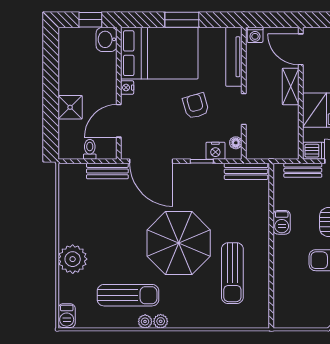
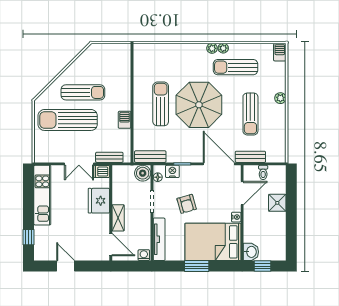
boiler: (257, 148) -> (143, 173), added
sun lounger: (107, 230) -> (250, 114), added
plant: (73, 259) -> (280, 98), width x0.53, depth x0.53
sun lounger: (232, 273) -> (161, 104), moved

